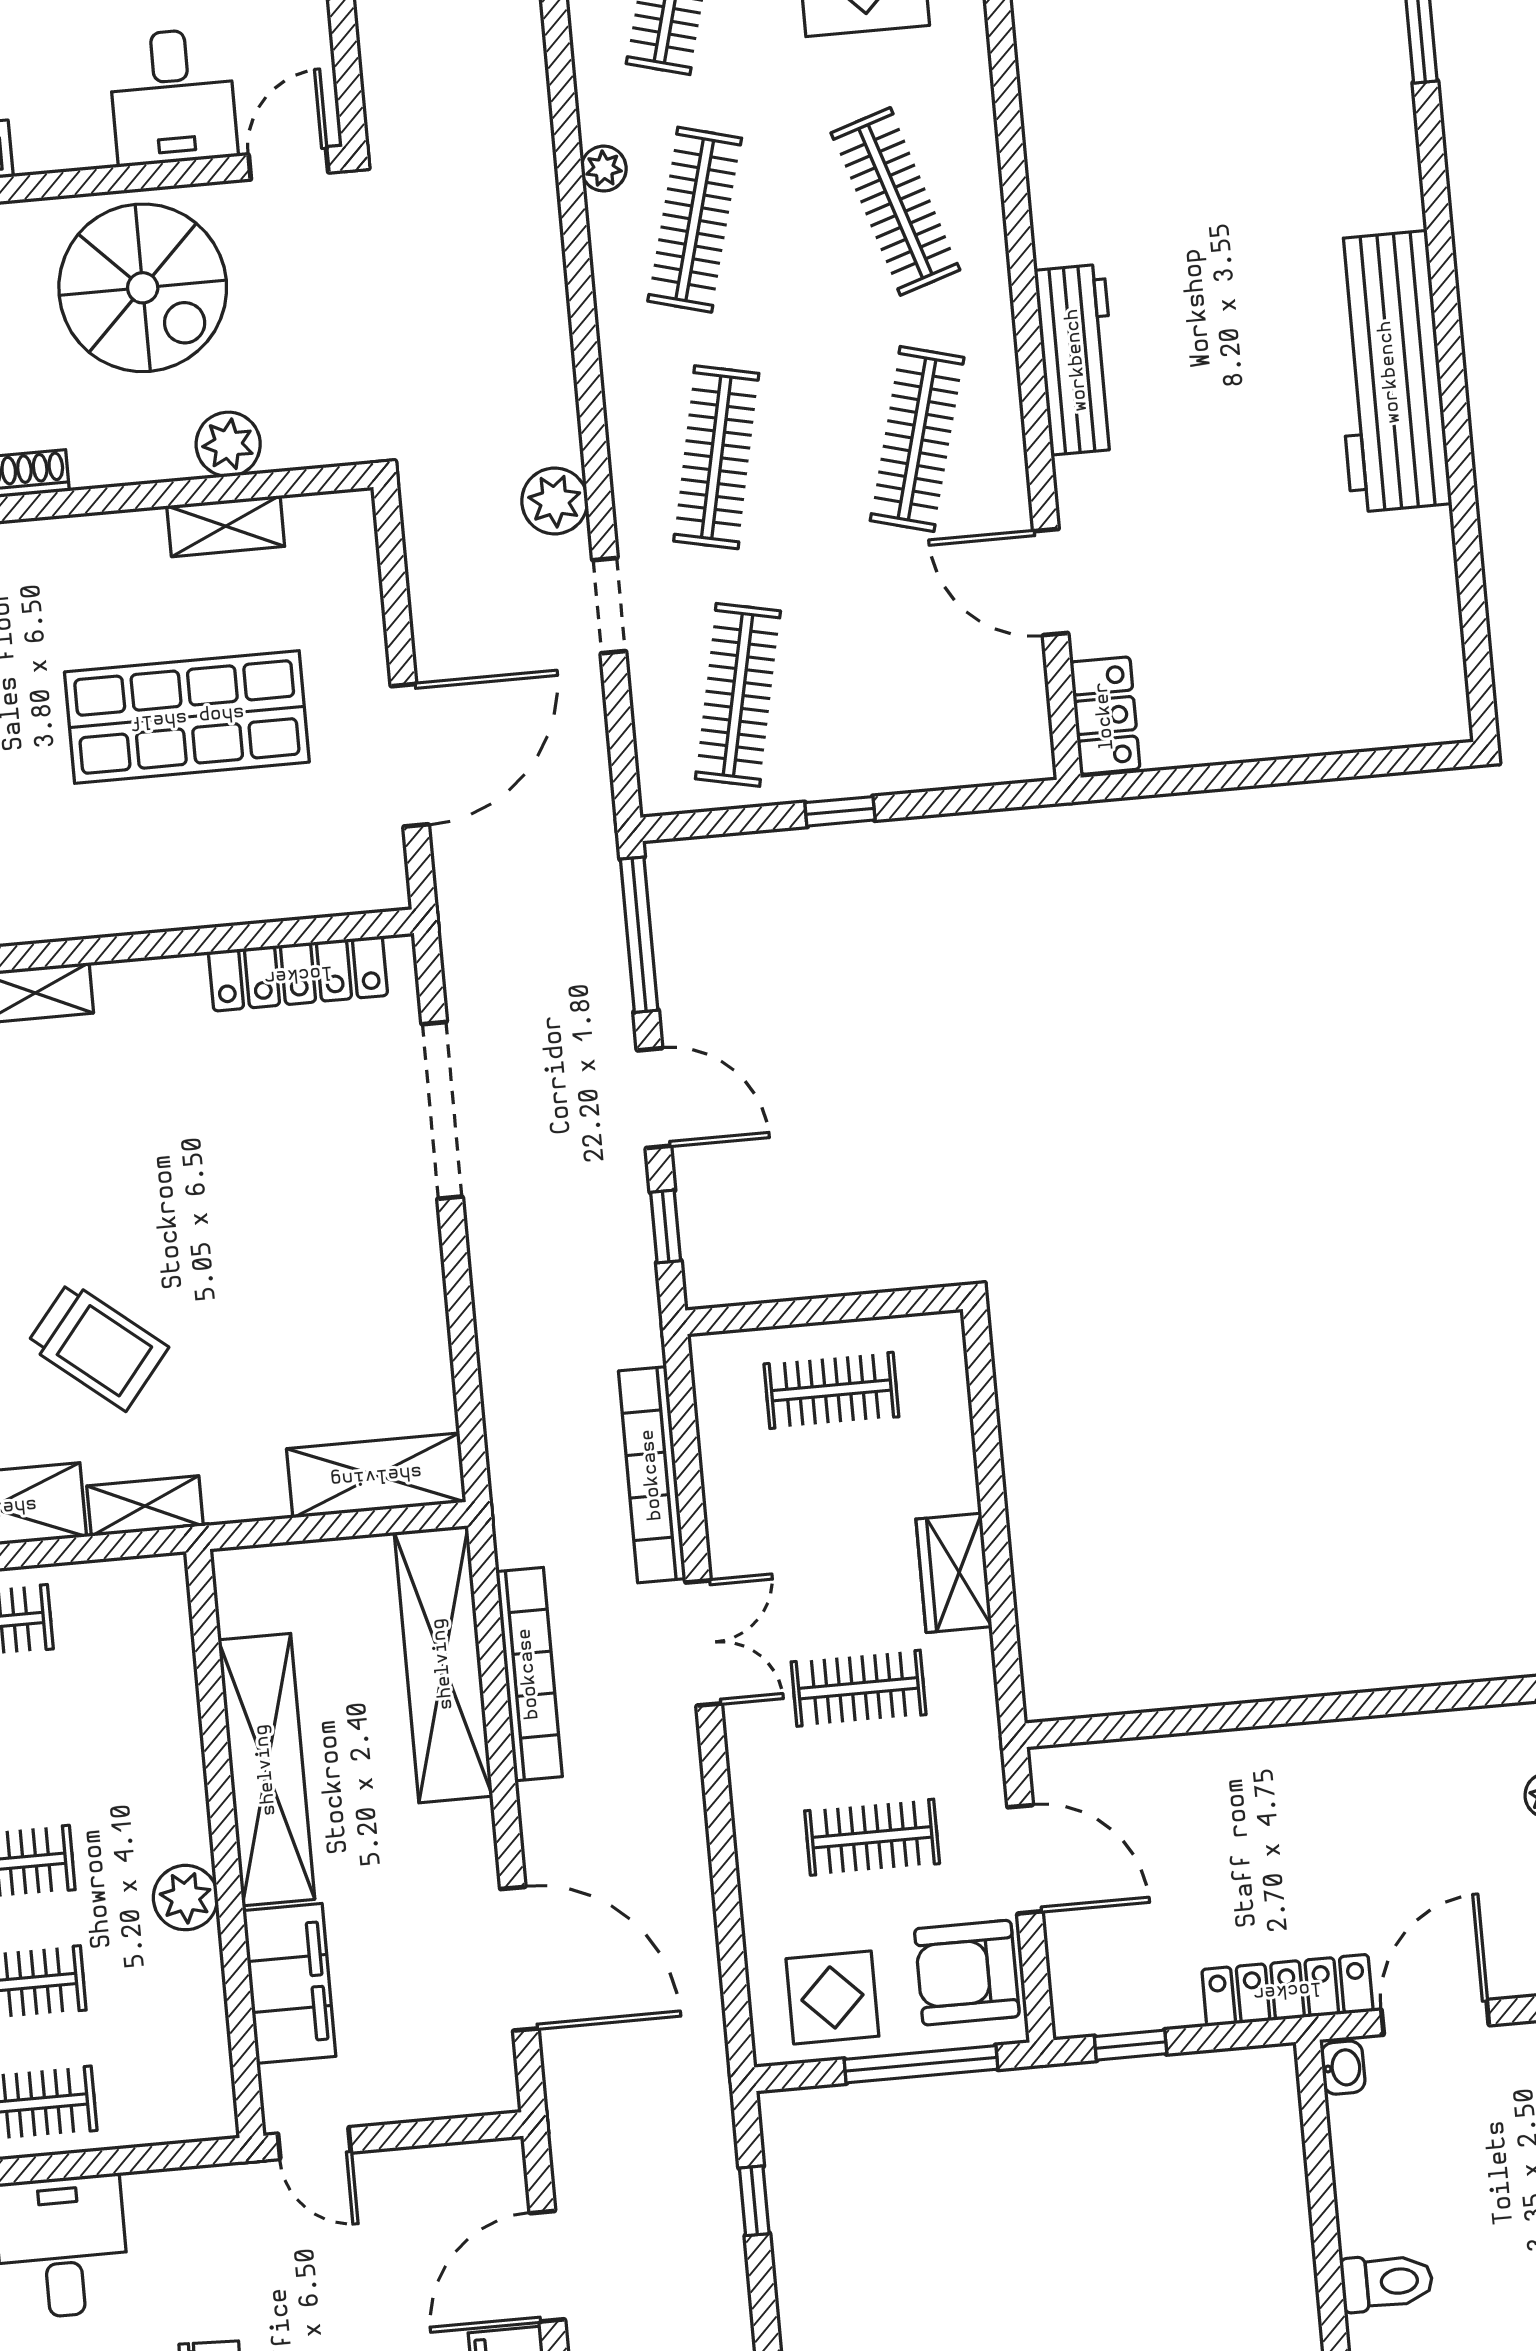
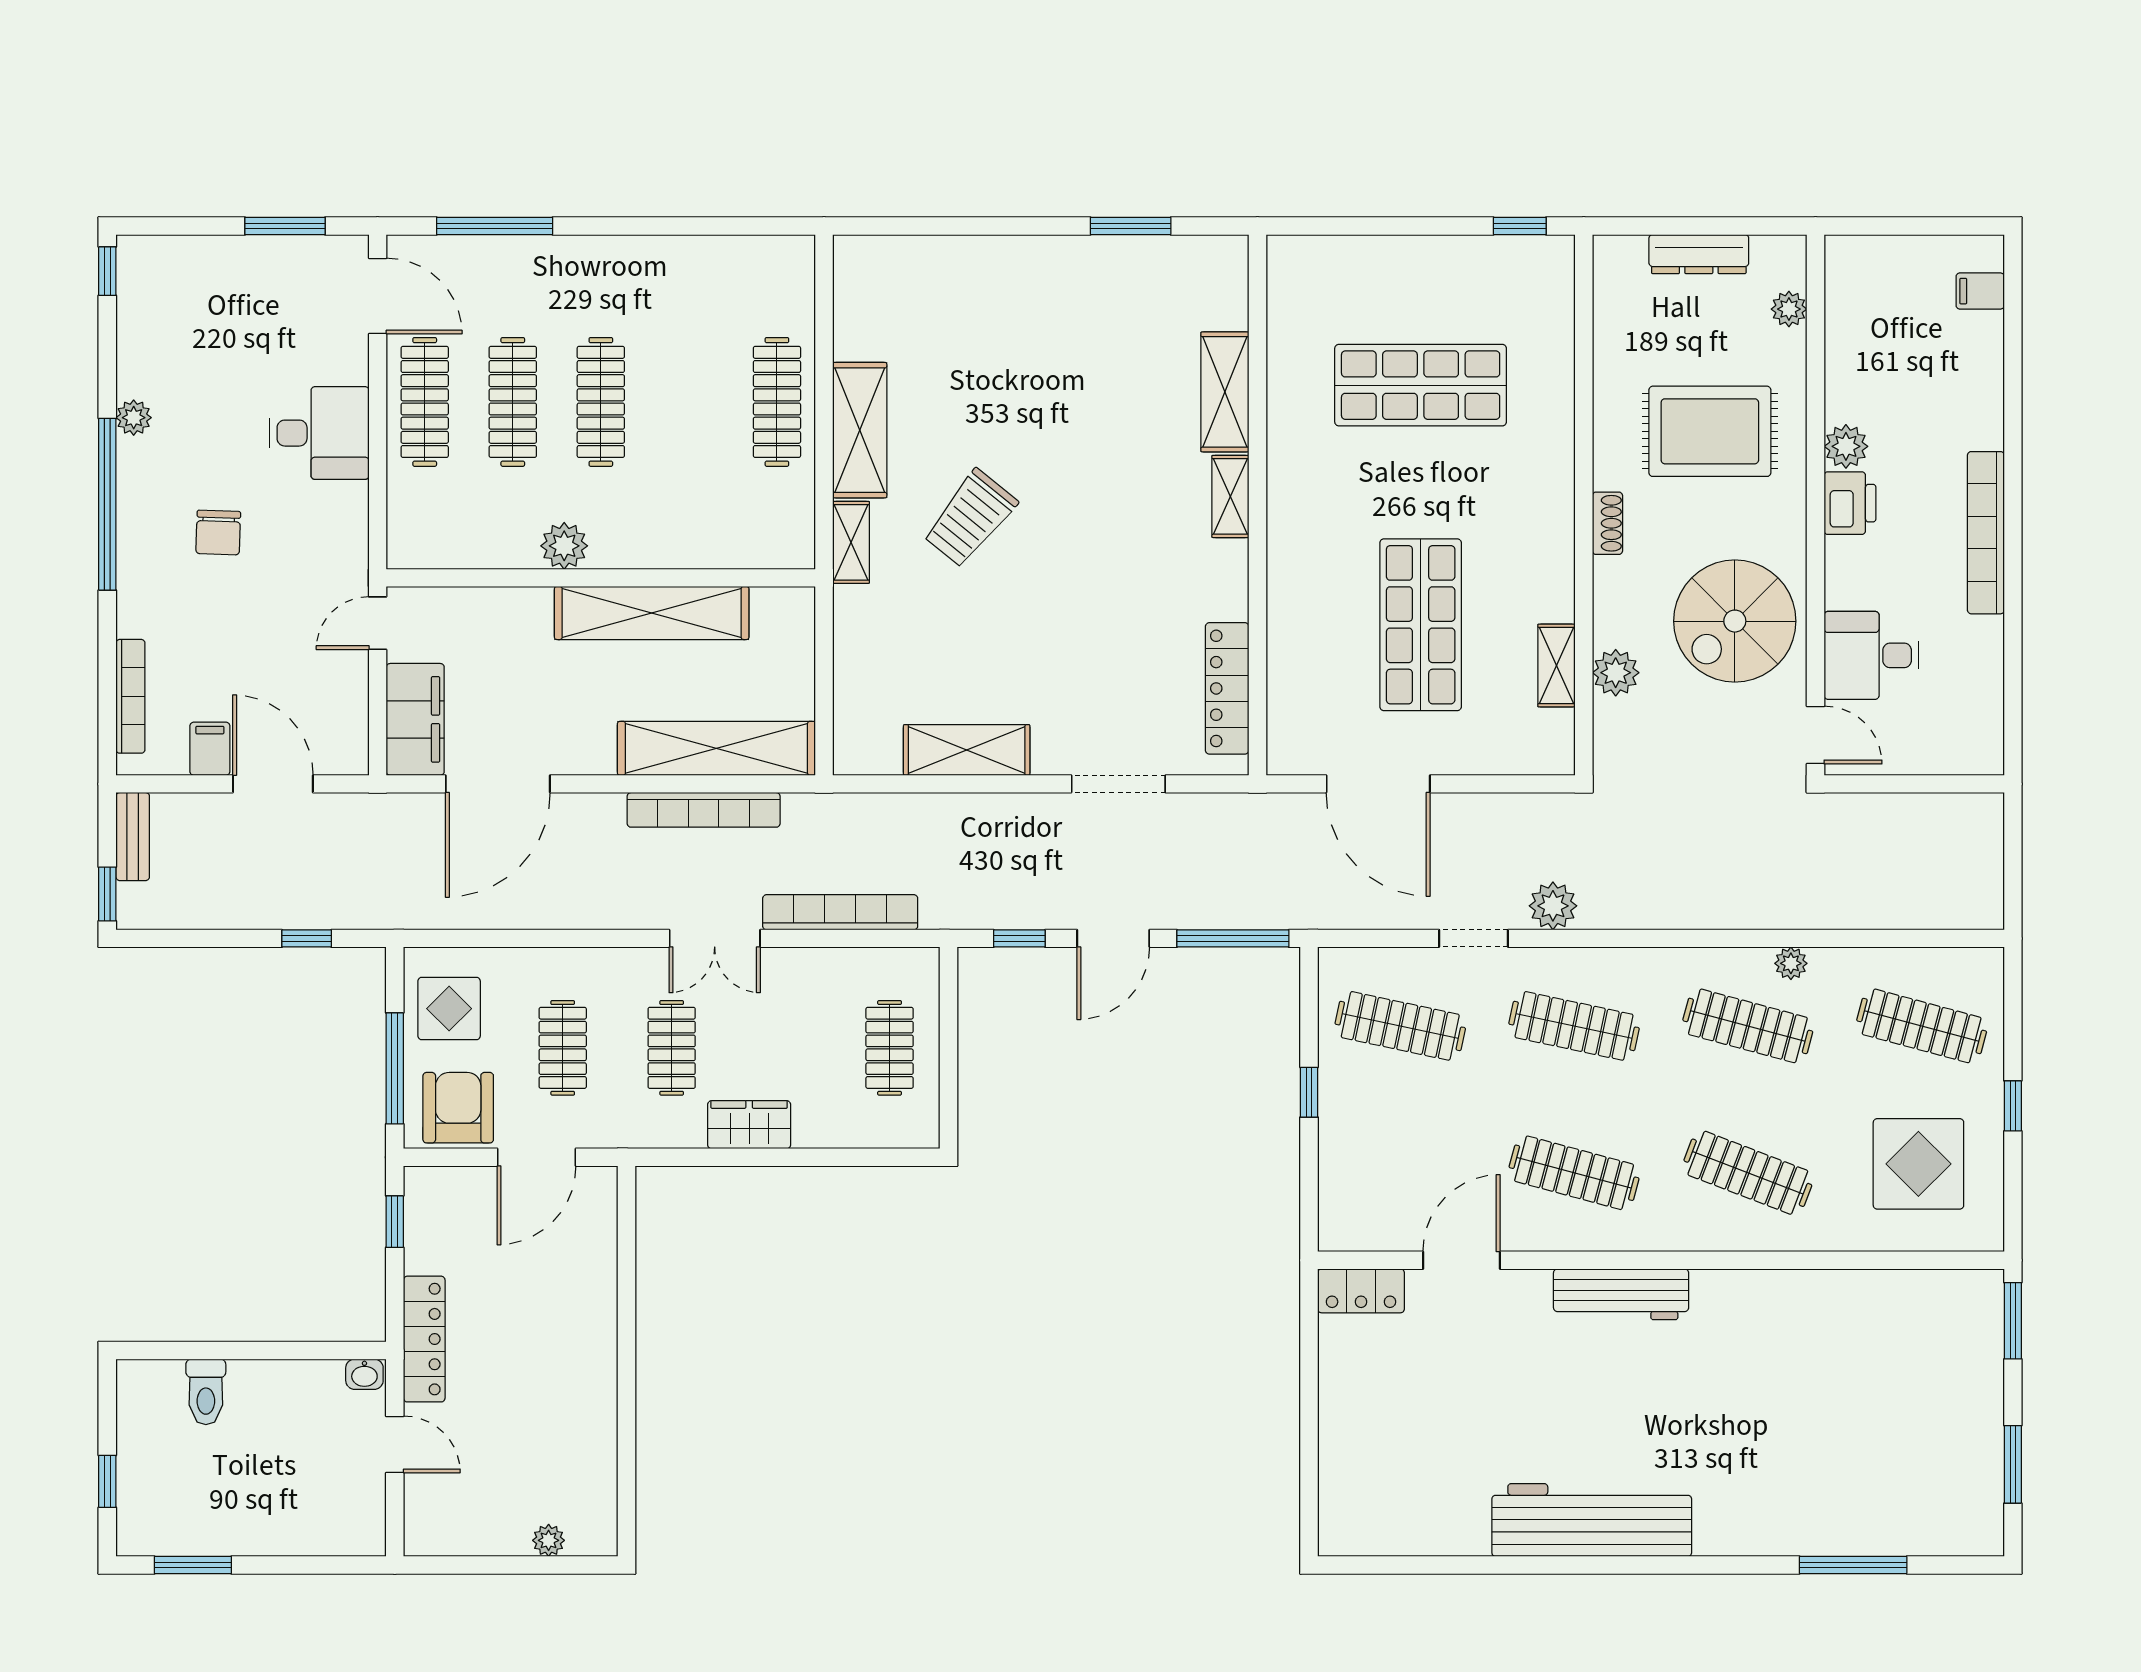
clothes rail: (895, 201) -> (1748, 1173), turned 39
doorway: (442, 1110) -> (1118, 784), width x0.73
shelving: (376, 1475) -> (967, 750), moved, turned 90
filing cabinet: (289, 1983) -> (415, 719), moved, turned -90
door: (1435, 2017) -> (395, 1444), width x0.73

